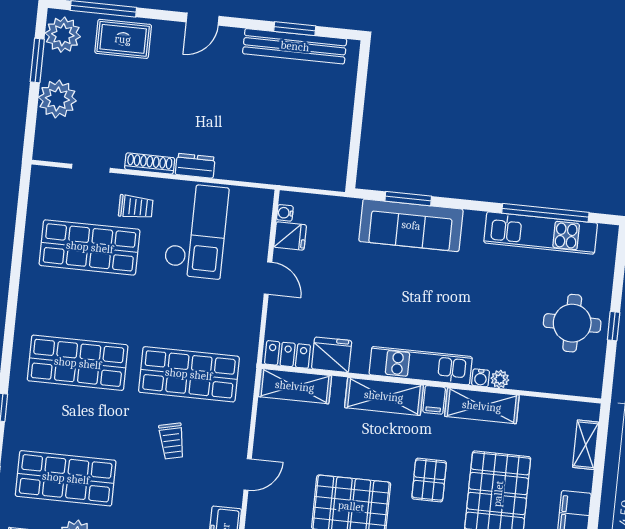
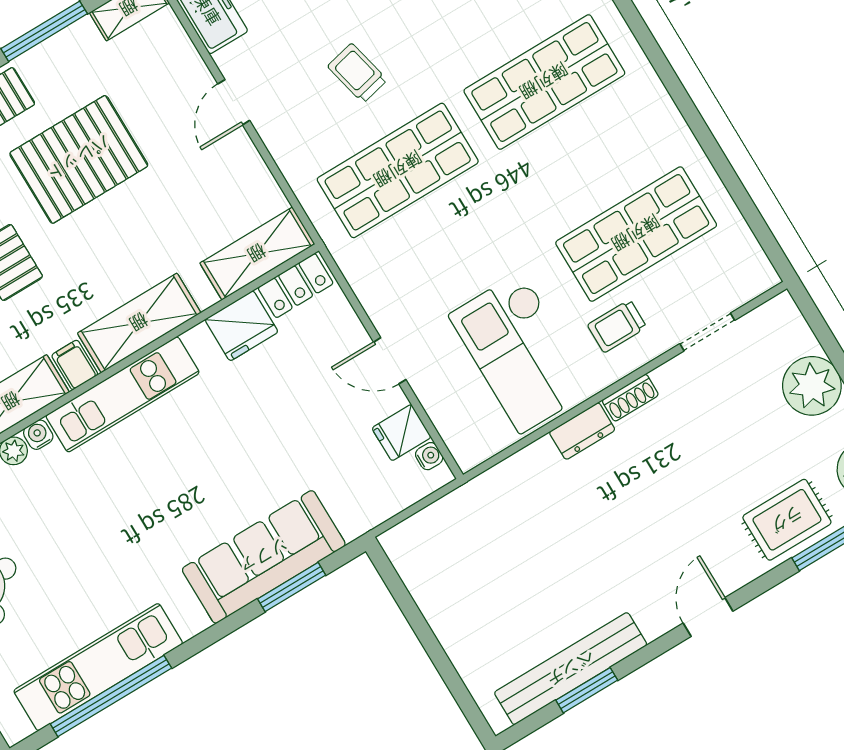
shoe rack: (150, 164) -> (630, 398), width x0.70

